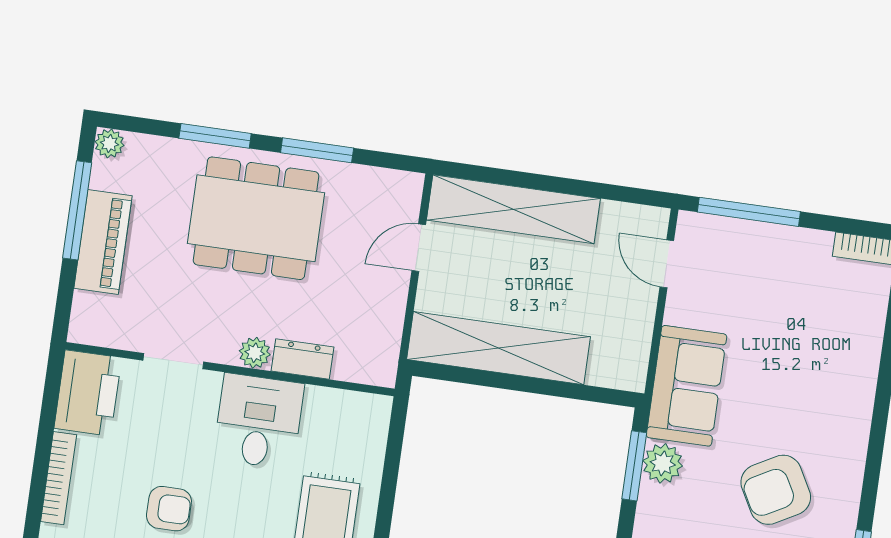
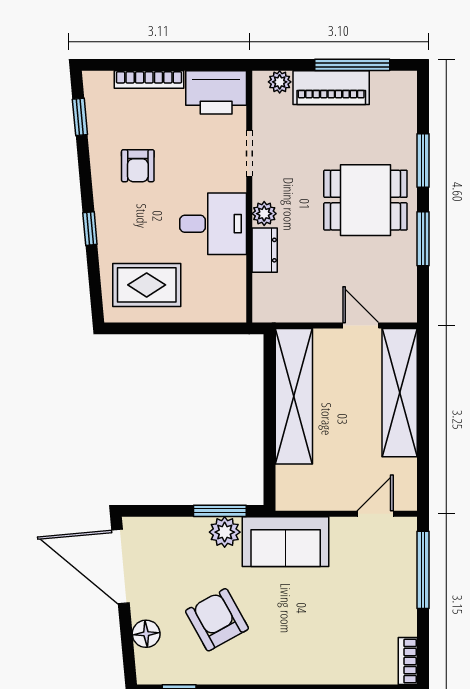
plant: (109, 143) -> (280, 82), moved
dining table: (256, 218) -> (365, 200), width x0.73

